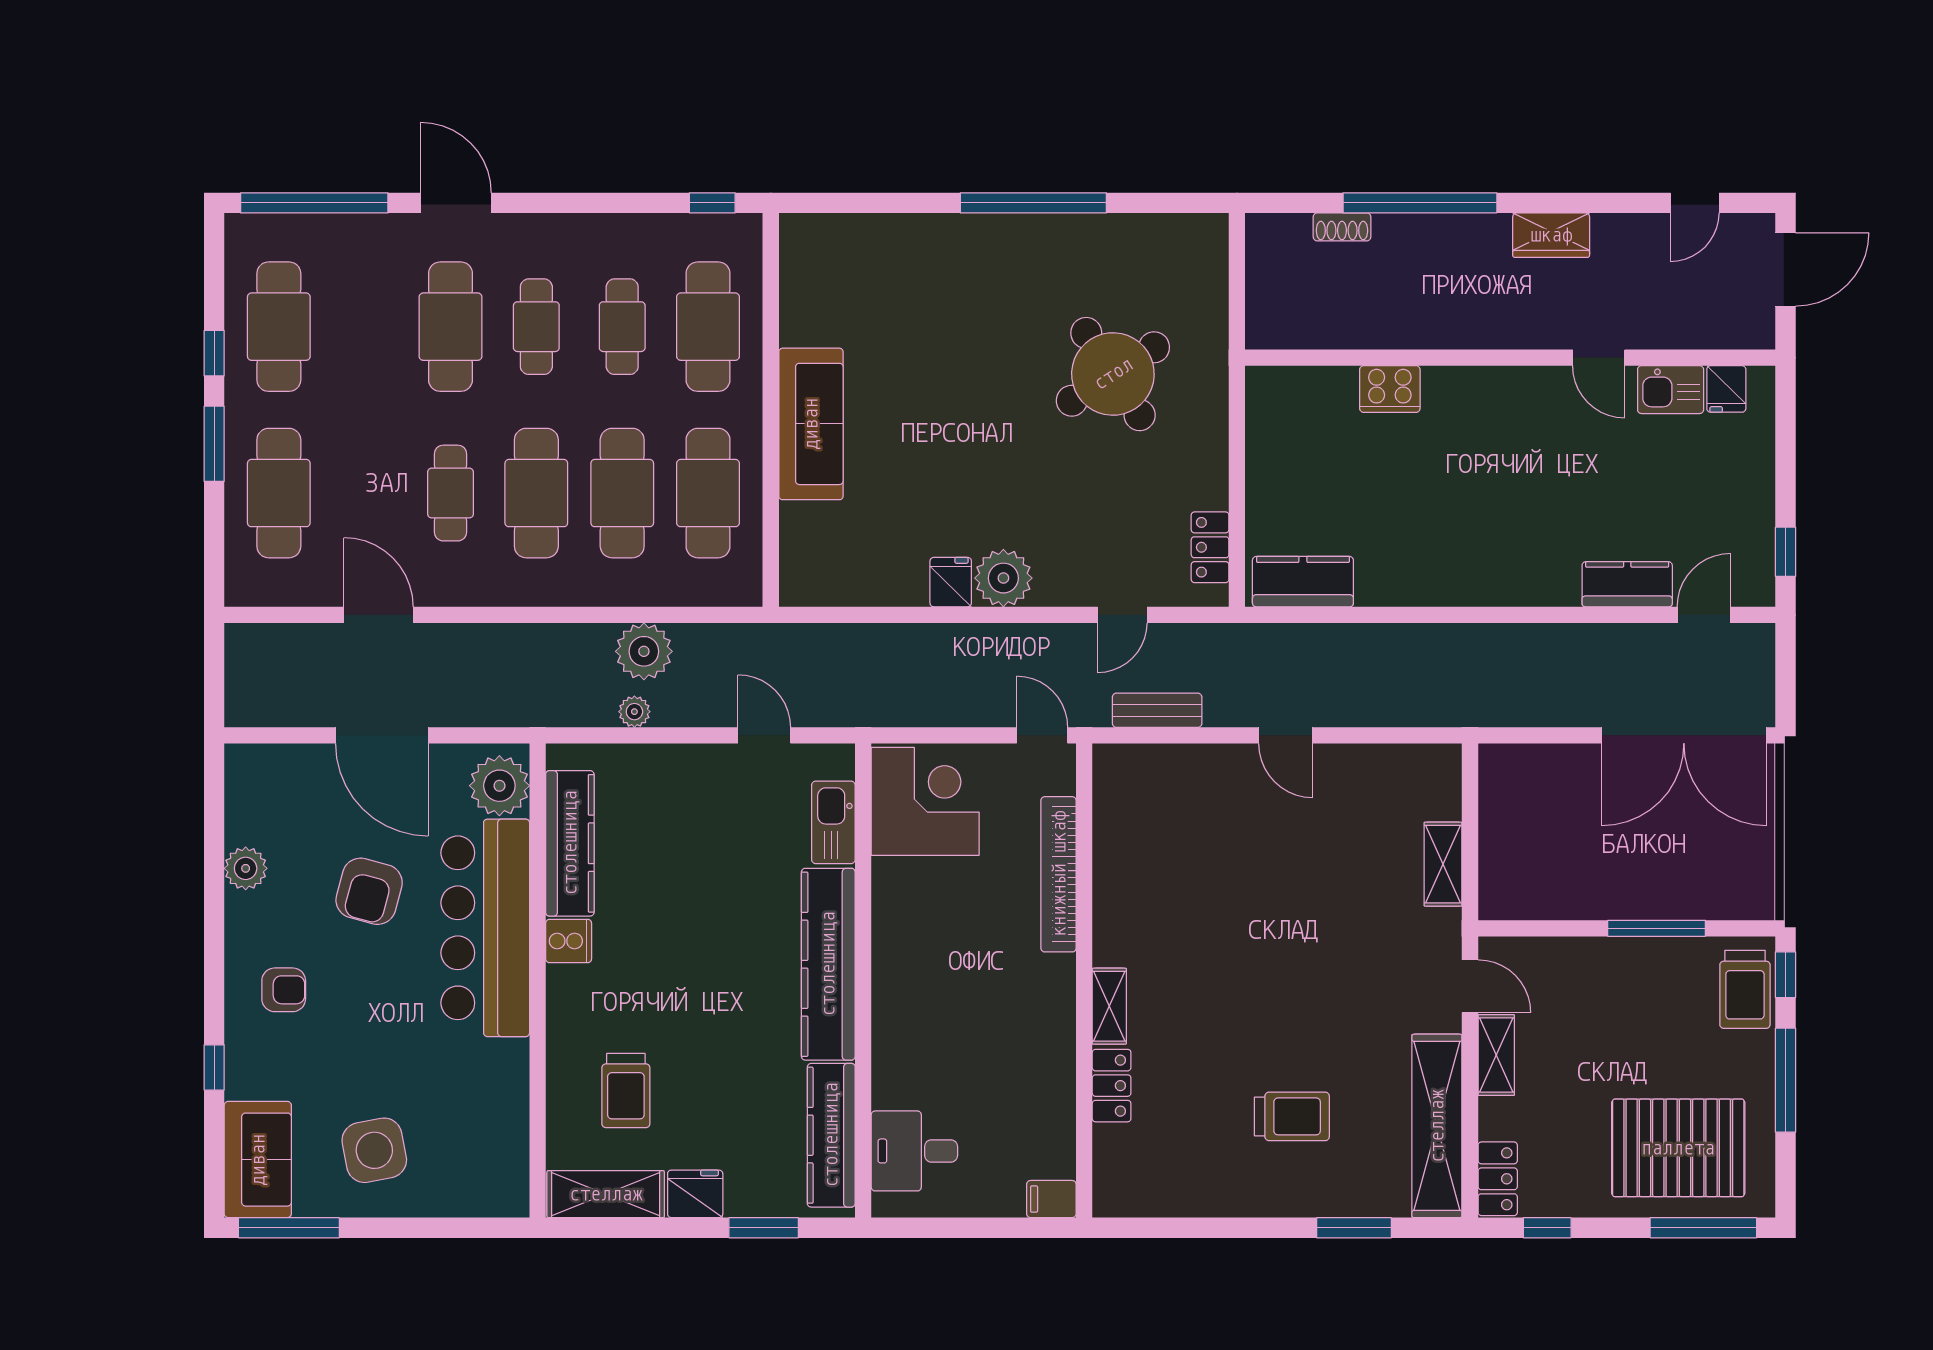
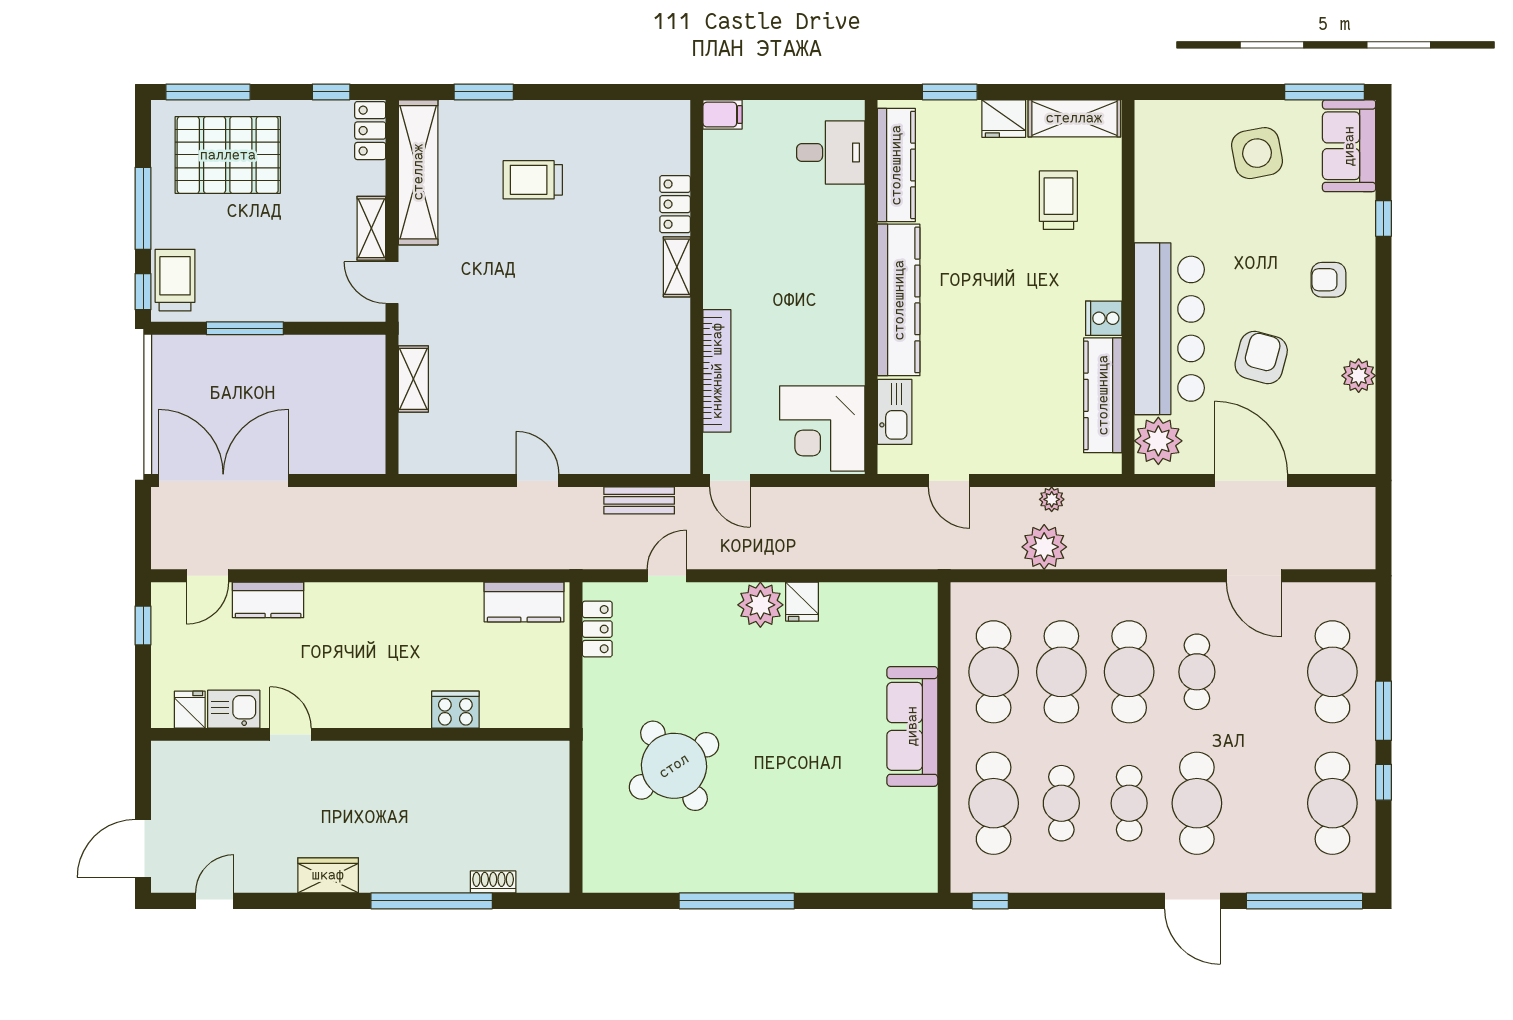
wall: (1510, 358) -> (360, 734), moved
door: (1599, 358) -> (291, 734), moved
cooker: (1390, 389) -> (455, 710), moved
fridge: (1726, 389) -> (190, 710), moved
kitchen sink: (1671, 390) -> (234, 709), moved

